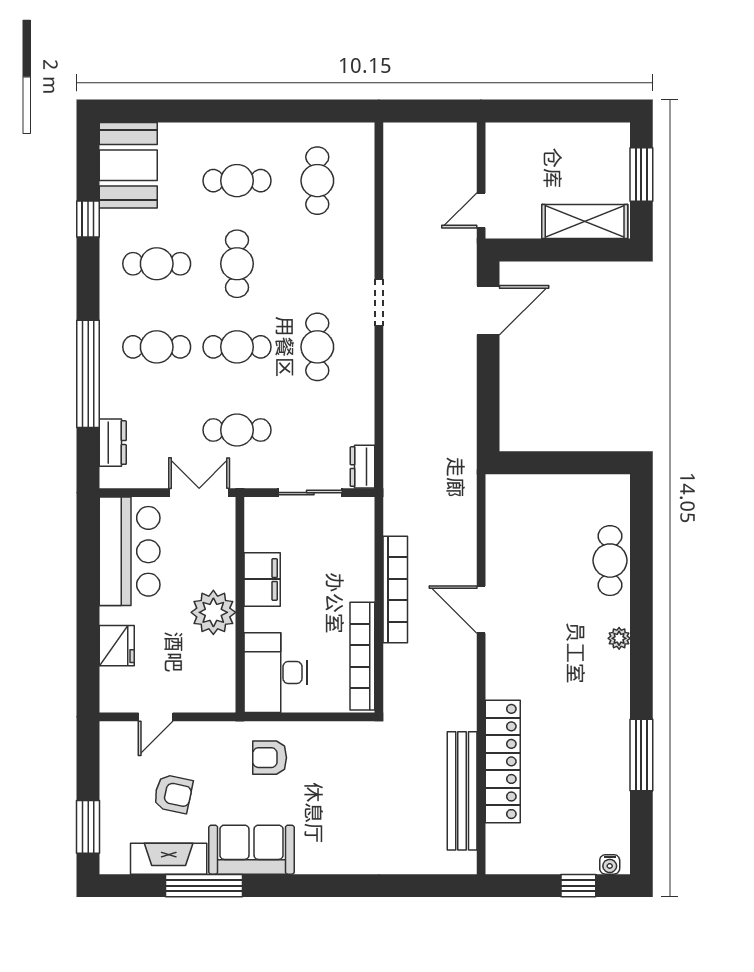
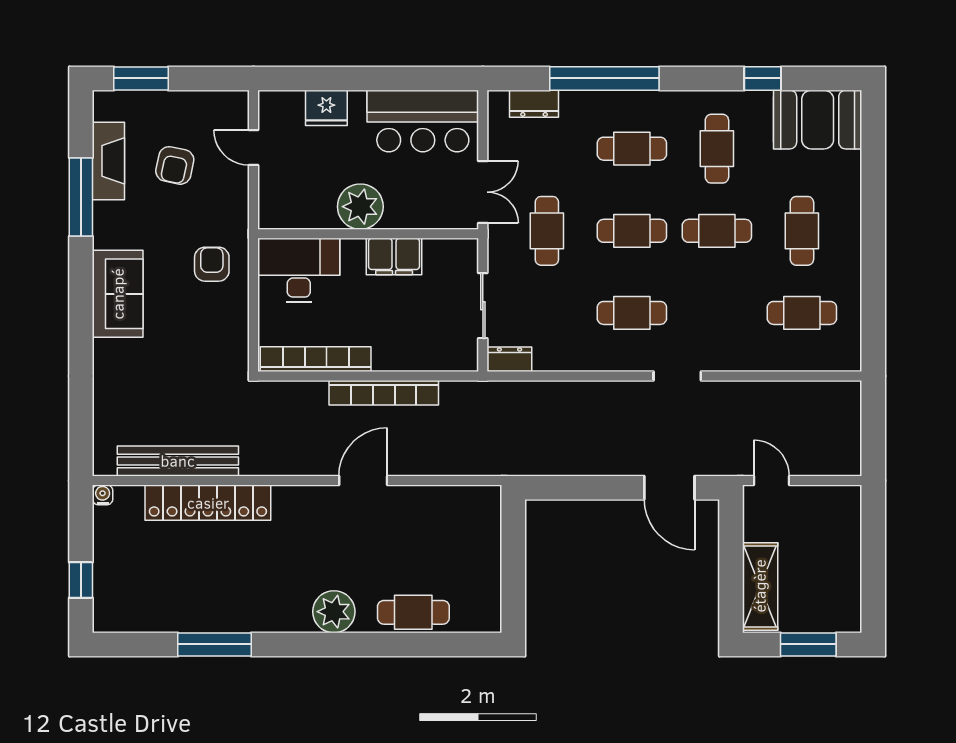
cafe table: (157, 347) -> (632, 149), turned 90
cafe table: (237, 347) -> (632, 231), turned 90
plant: (619, 638) -> (334, 612), width x1.87, depth x1.87
sofa: (251, 850) -> (118, 294), moved
water cooler: (610, 864) -> (103, 495), moved, turned 90

